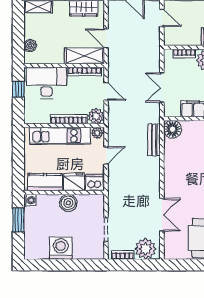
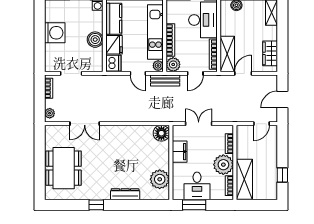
bench: (154, 140) -> (165, 80), moved
plant: (145, 249) -> (50, 113), width x0.53, depth x0.53

